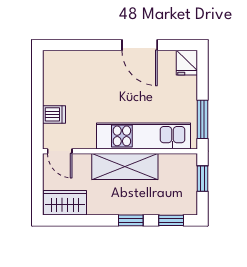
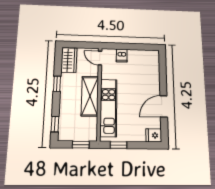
window: (203, 119) -> (118, 145), width x0.67
door: (60, 151) -> (100, 58), hinge flipped
window: (131, 220) -> (57, 84), moved

